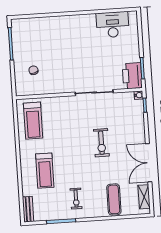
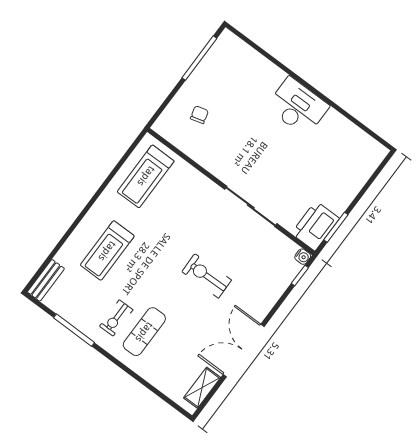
desk: (113, 25) -> (298, 107), moved
exercise bike: (101, 143) -> (207, 276), turned 89
exercise mat: (114, 199) -> (144, 332), moved

